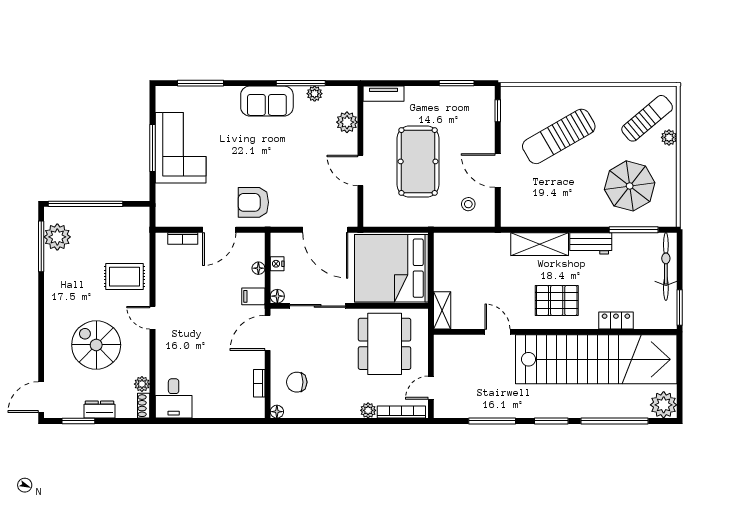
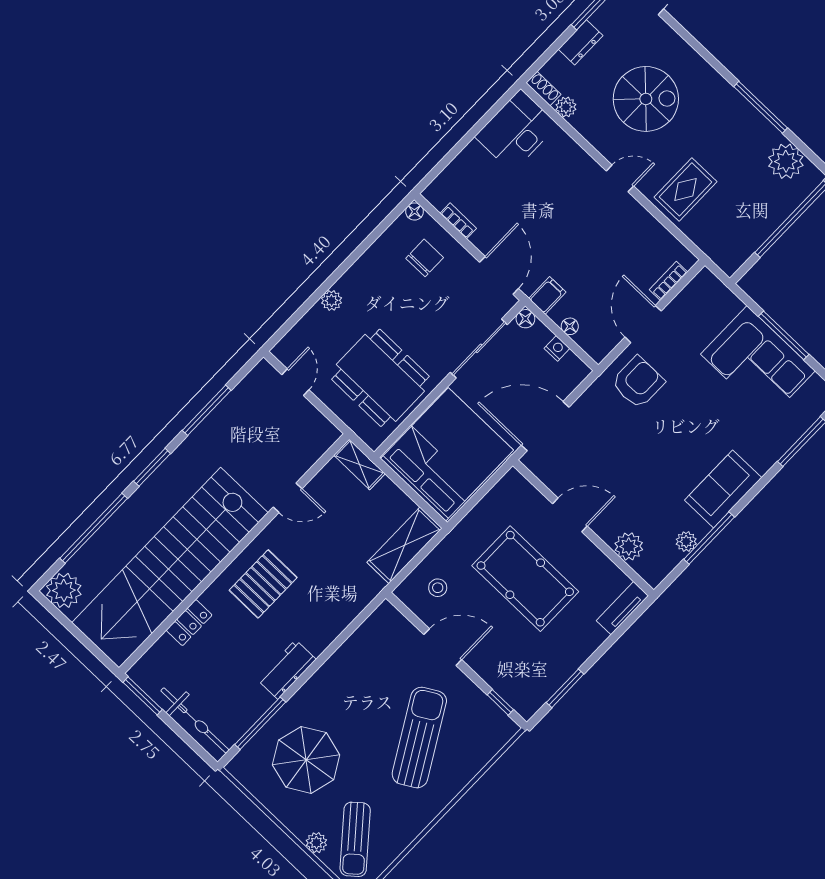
shelving: (540, 244) -> (404, 545), moved
window: (41, 246) -> (761, 107), moved
desk: (174, 398) -> (516, 131), width x1.37
bookcase: (401, 412) -> (299, 331), removed

